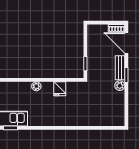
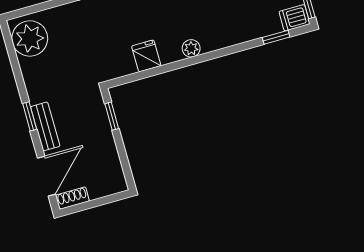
door: (126, 43) -> (46, 176), hinge flipped
plant: (120, 86) -> (30, 38), moved, width x1.87, depth x1.87

